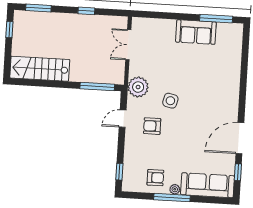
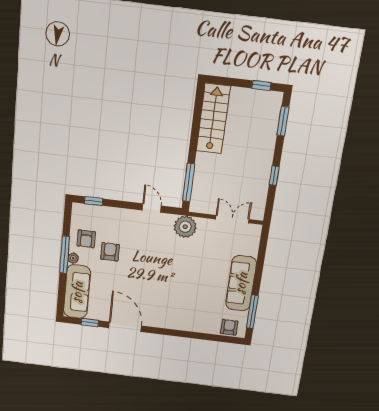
sofa: (196, 32) -> (241, 283), width x1.36
armchair: (233, 39) -> (229, 327), added
side table: (170, 101) -> (168, 260), removed
armchair: (152, 126) -> (110, 252), moved

